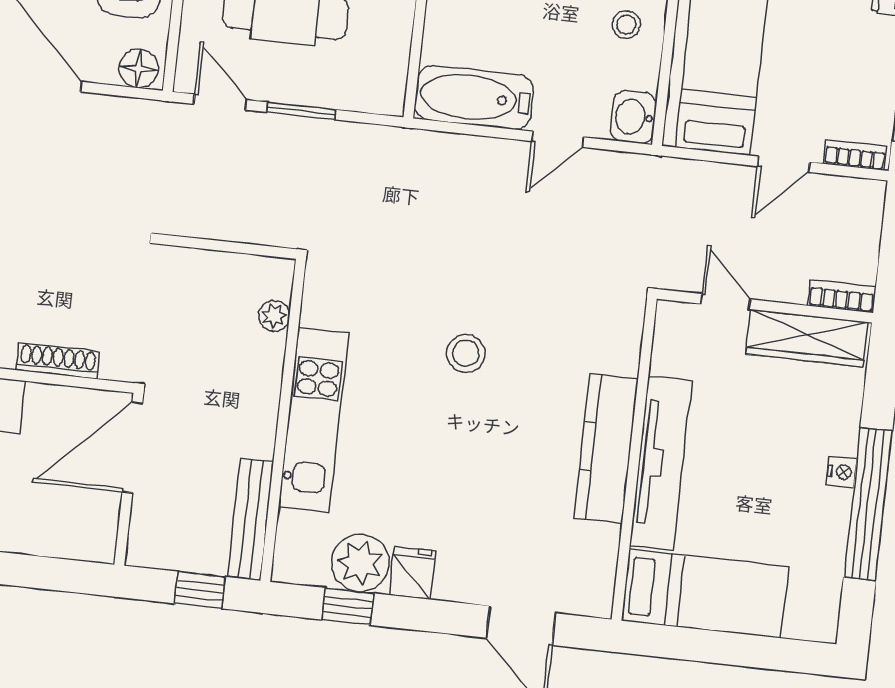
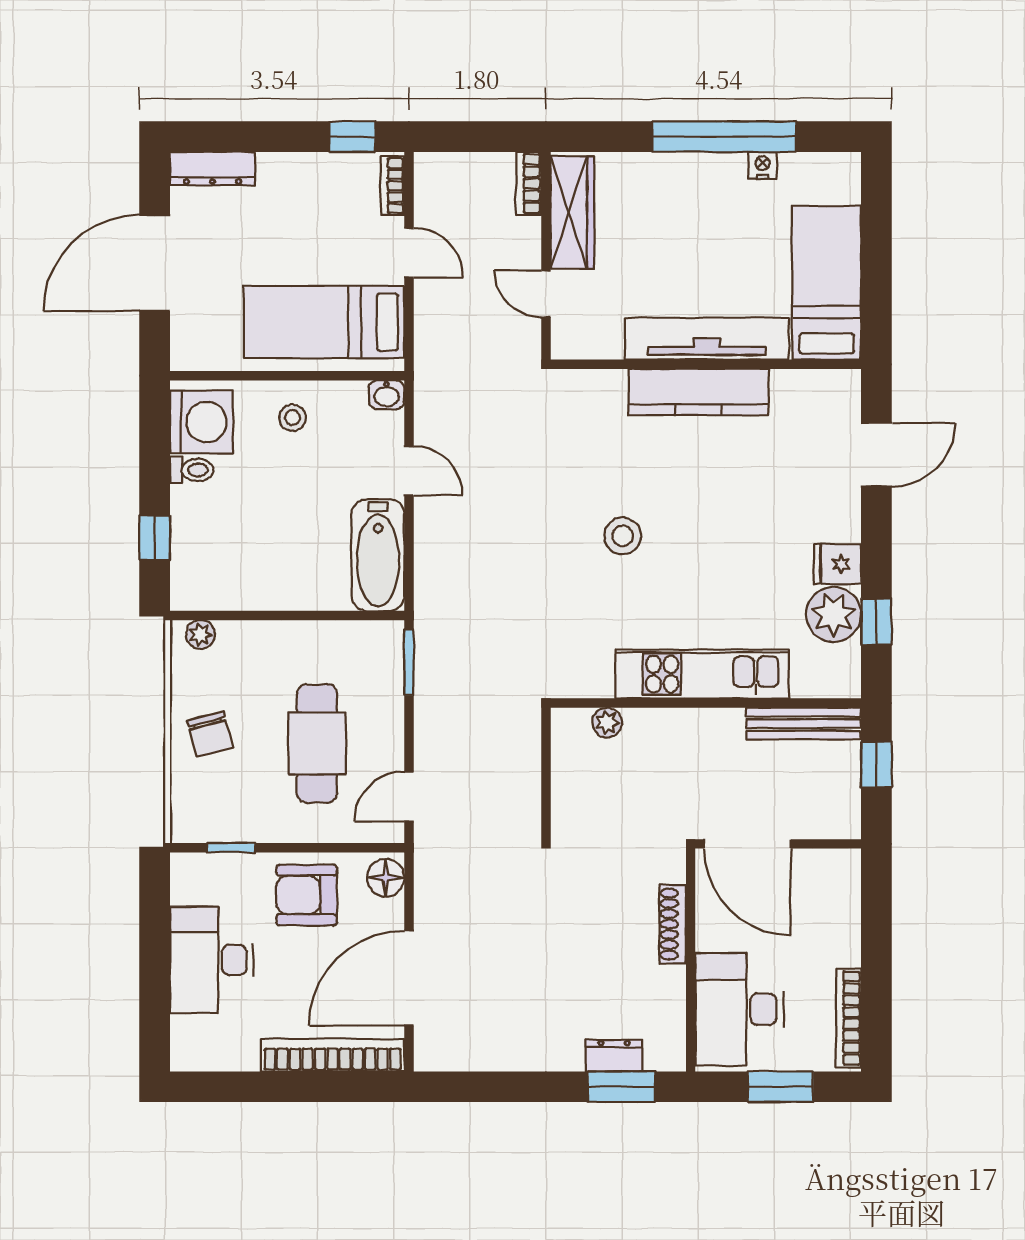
window: (301, 111) -> (409, 662), moved
washbasin: (633, 117) -> (387, 395), width x0.72, depth x0.69
door: (725, 302) -> (546, 294), hinge flipped
nightstand: (842, 472) -> (763, 165), moved

